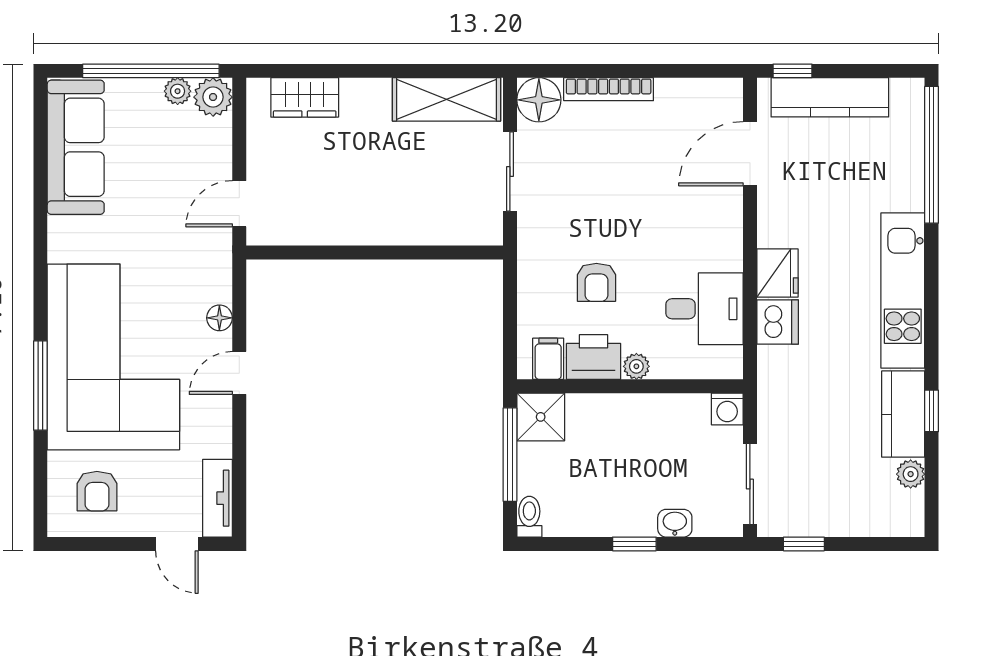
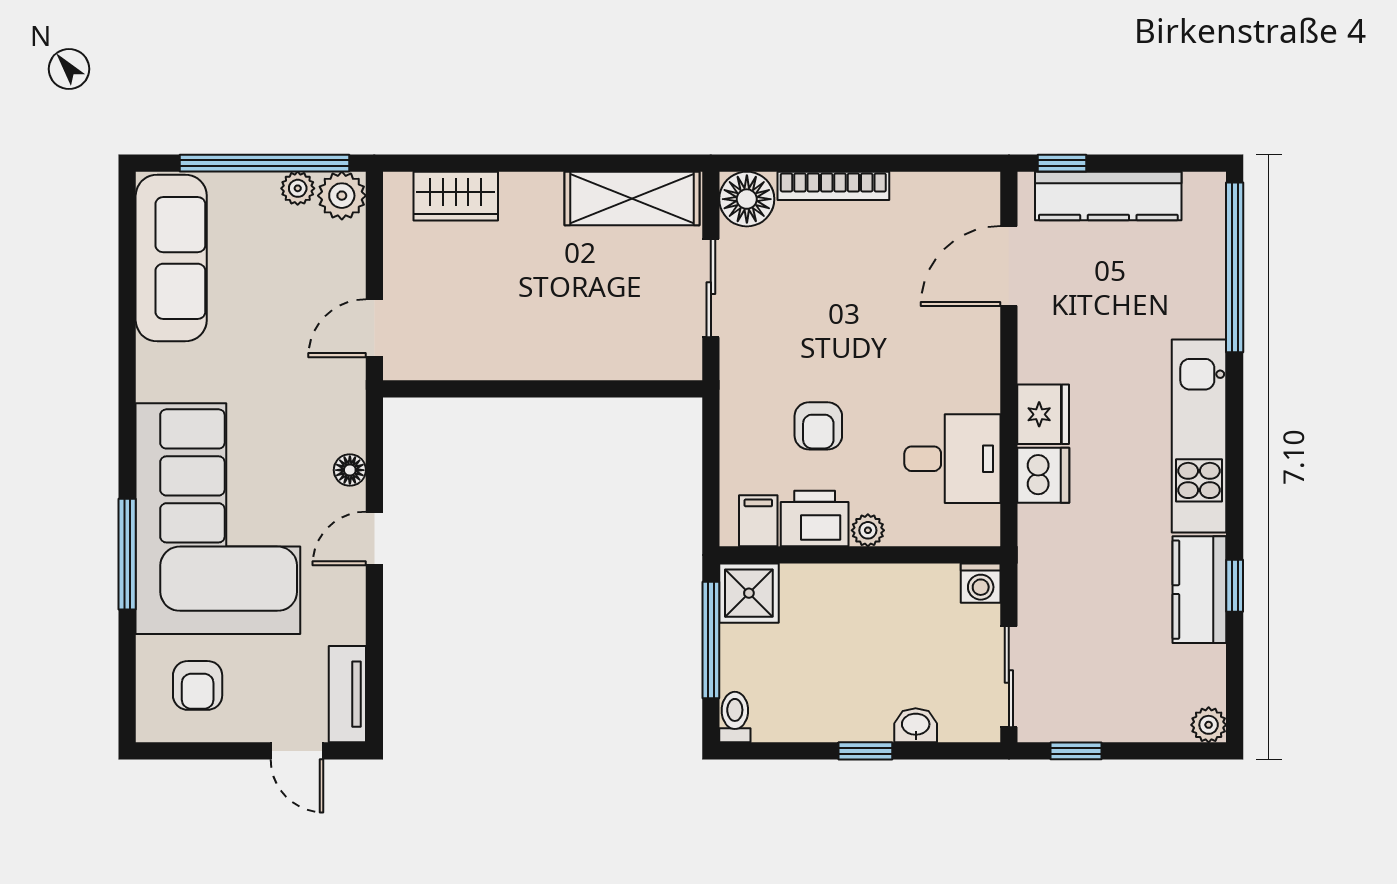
plant: (911, 474) -> (1209, 725), moved

